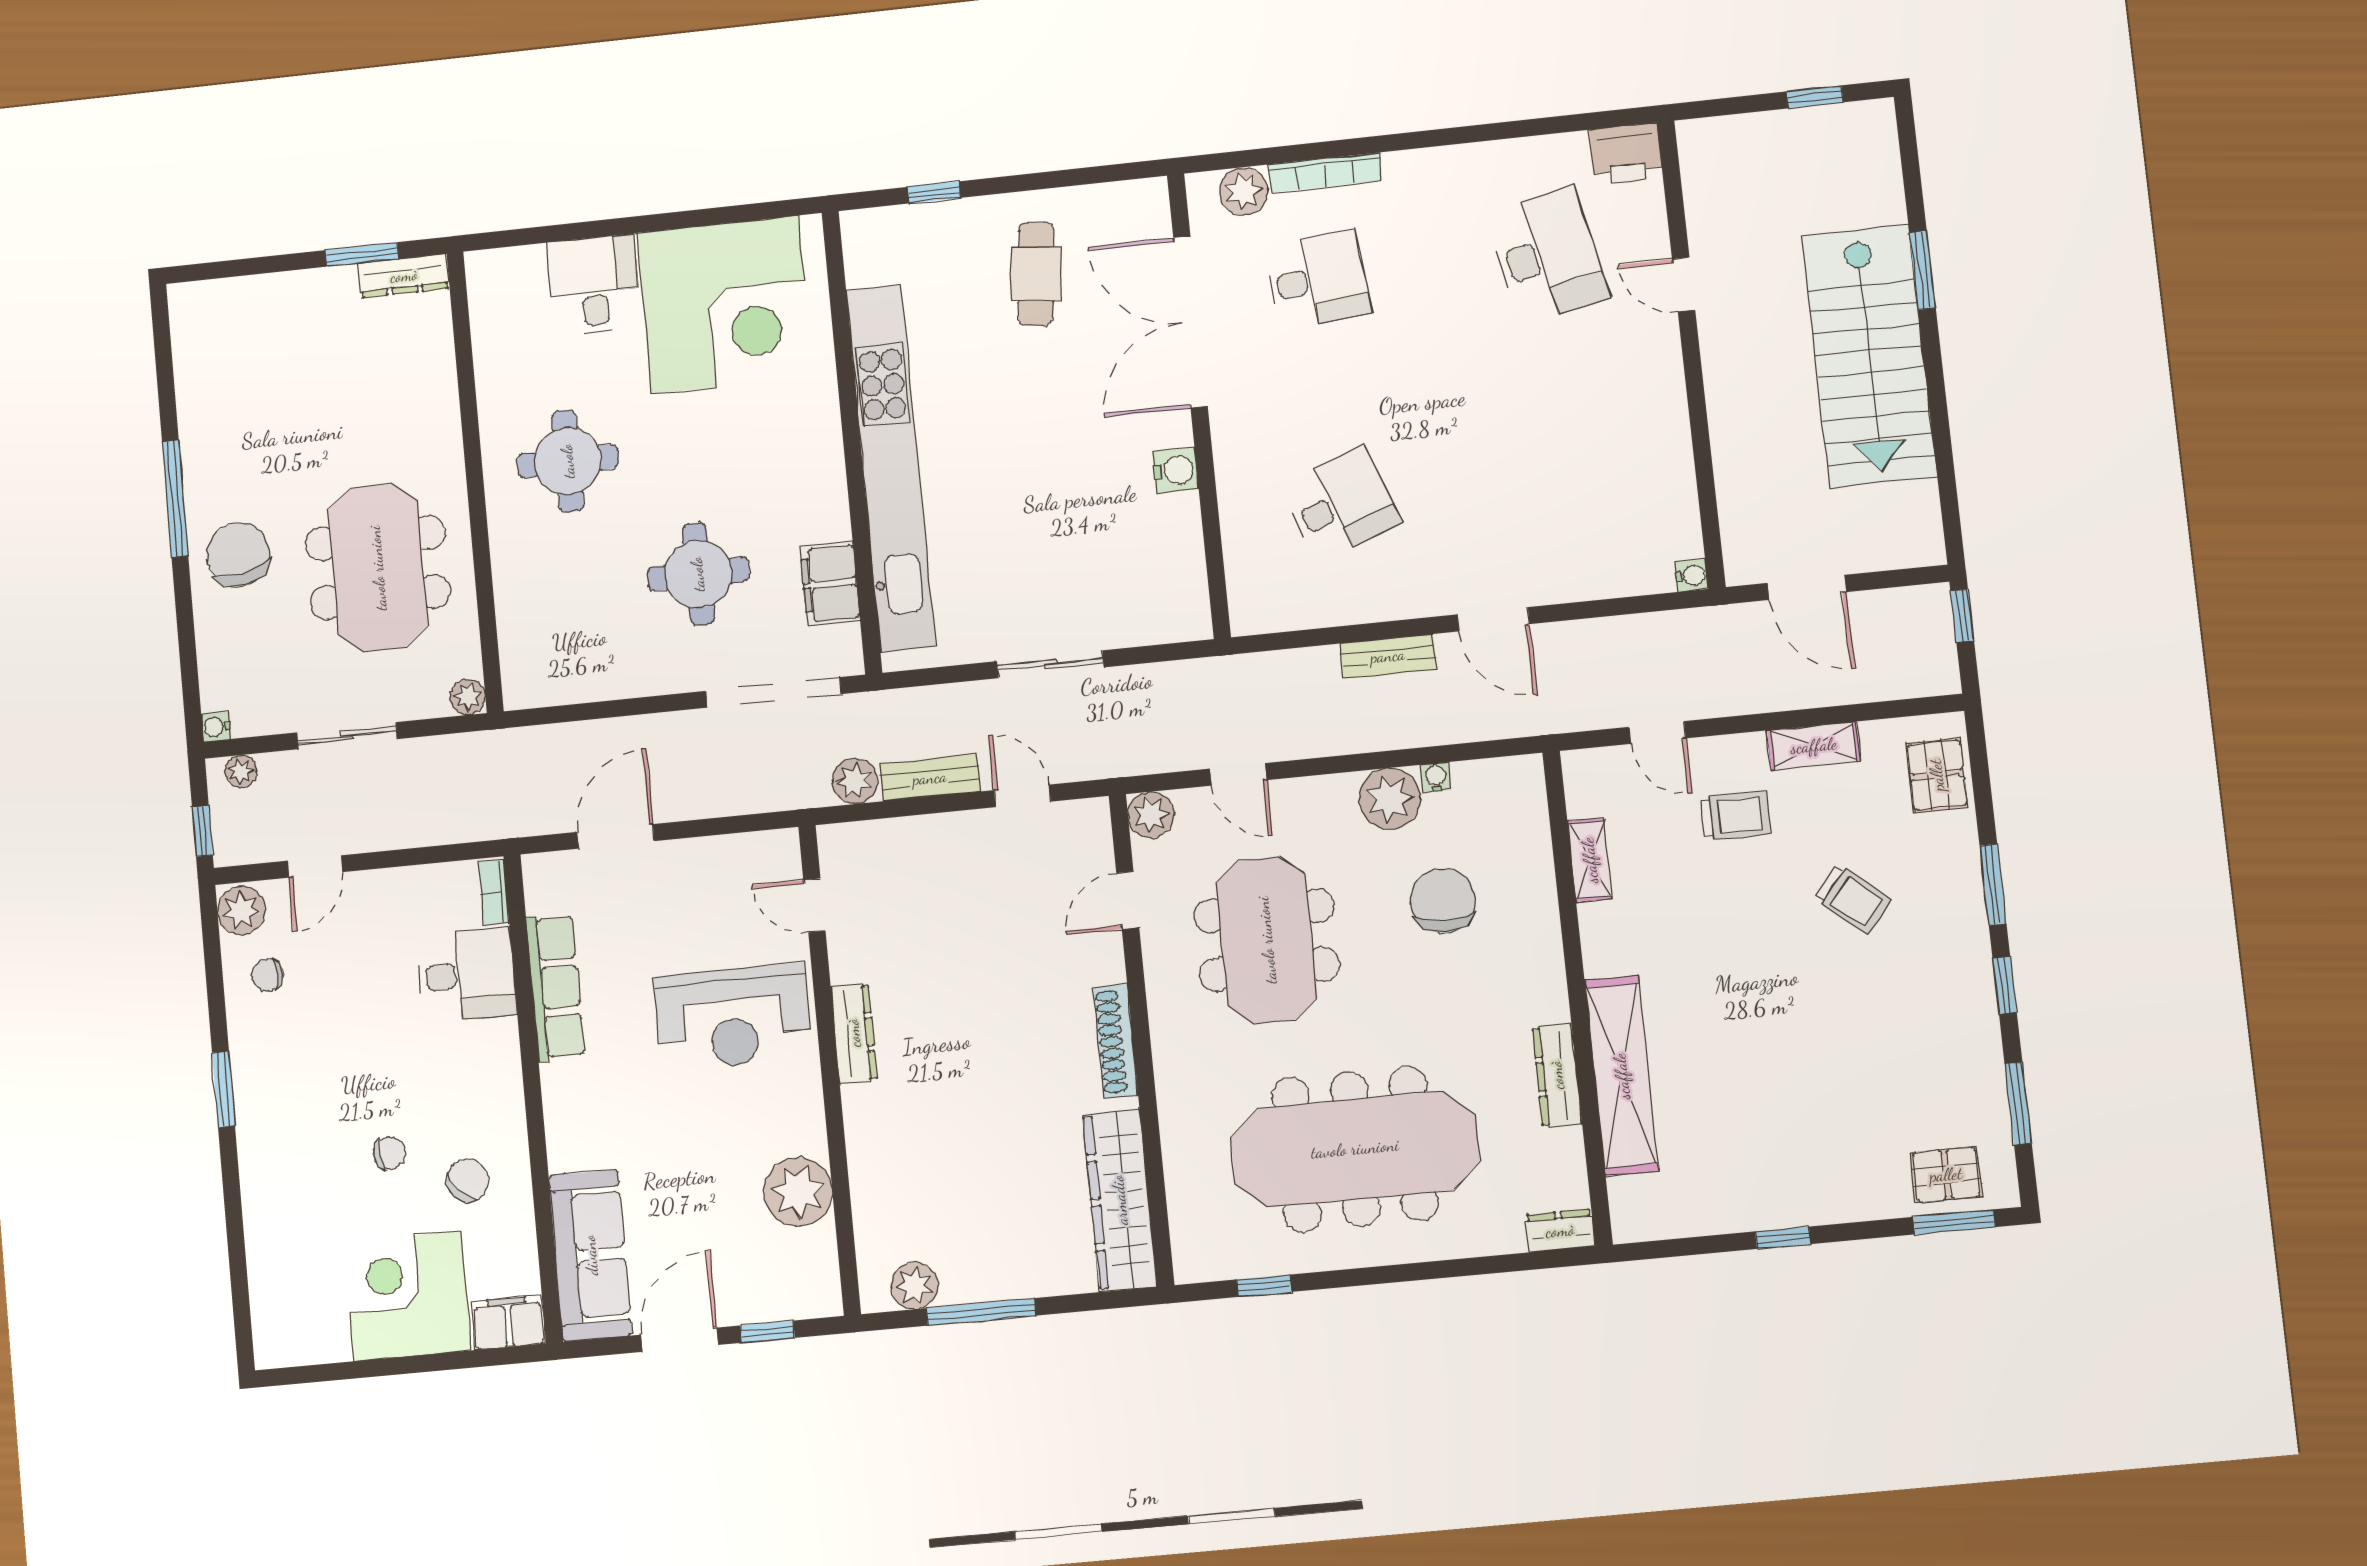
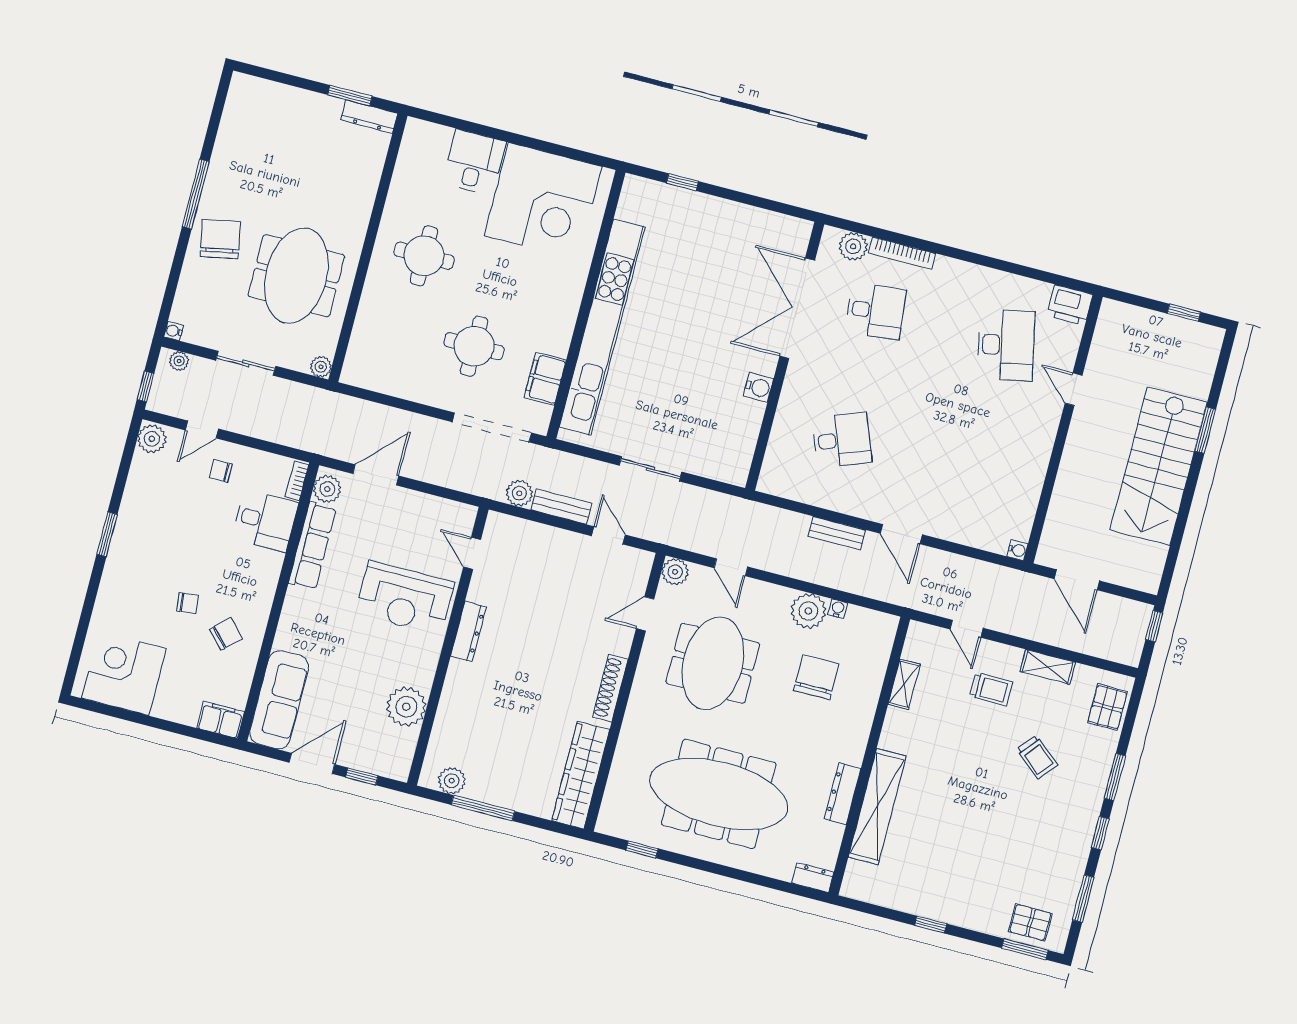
cafe table: (1036, 274) -> (722, 249), removed
plant: (547, 888) -> (327, 489), added
chair: (268, 975) -> (221, 471), moved
corner desk: (408, 1296) -> (124, 673), moved

